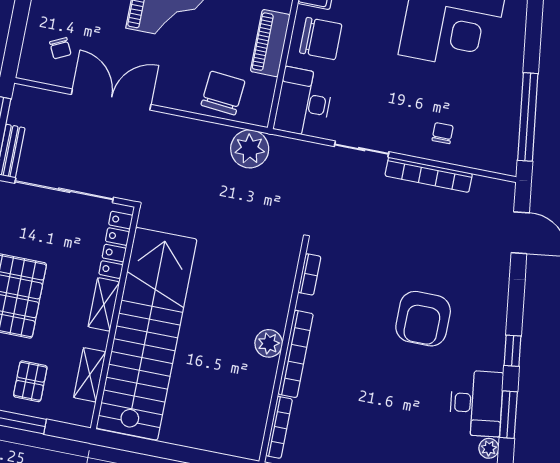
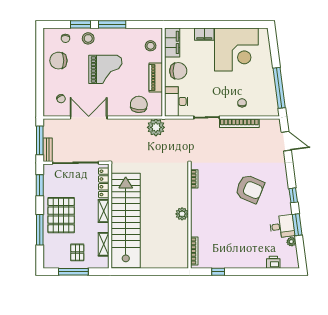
armchair: (423, 319) -> (250, 189), turned -67
bookcase: (296, 354) -> (195, 216), removed
desk: (476, 403) -> (282, 226), width x0.73

